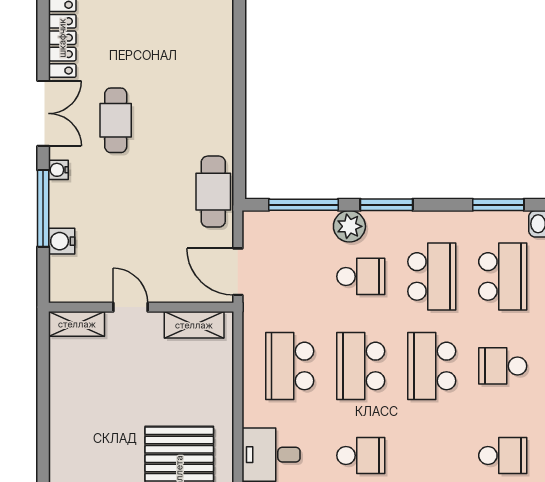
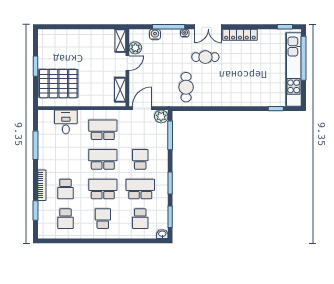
cafe table: (213, 192) -> (186, 87), moved, turned 90
window: (386, 205) -> (170, 183), moved
plant: (349, 226) -> (161, 116), moved
school desk: (361, 276) -> (140, 159), turned 180
school desk: (432, 276) -> (140, 189), turned 180
school desk: (503, 276) -> (140, 219), width x0.54
plant: (94, 288) -> (135, 48), added
school desk: (361, 455) -> (65, 189), moved

